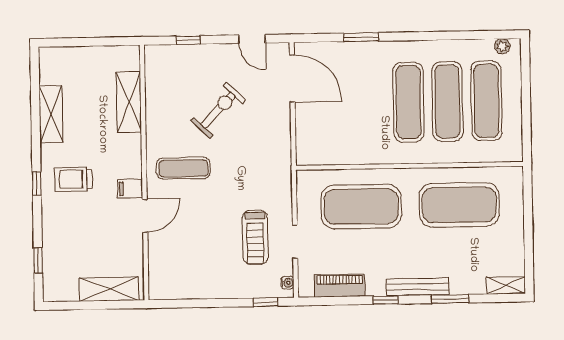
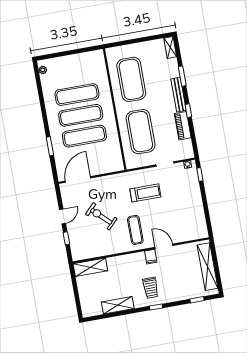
door: (252, 39) -> (62, 216), moved
exercise mat: (486, 101) -> (84, 136), moved
shelving: (129, 102) -> (90, 267), moved
treadmill: (255, 237) -> (145, 193), moved
piano: (340, 286) -> (183, 126), moved
shelving: (109, 289) -> (208, 267), width x1.47

